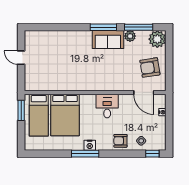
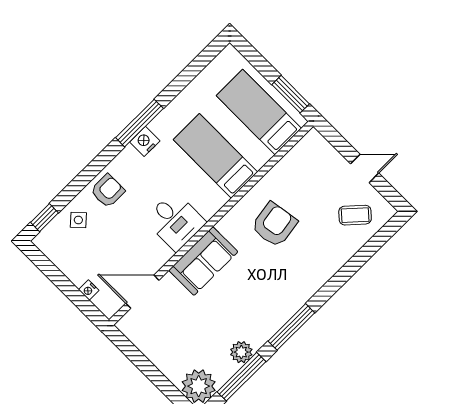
sofa: (108, 40) -> (203, 261), moved, turned 180
coffee table: (41, 44) -> (355, 215), added
armchair: (150, 68) -> (274, 225), moved
bed: (65, 115) -> (215, 156), width x0.67

